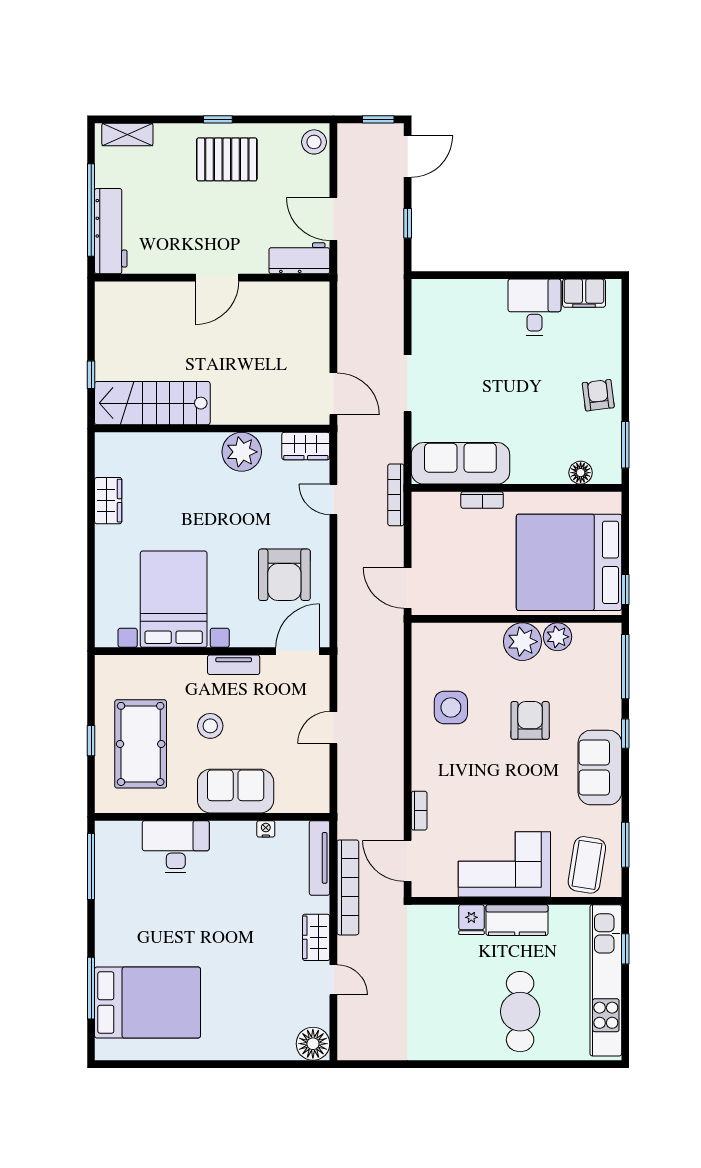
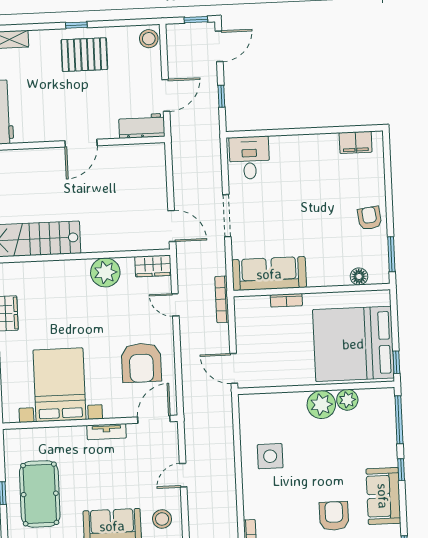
door: (333, 219) -> (166, 95), swing flipped
desk: (534, 307) -> (249, 158), moved
armchair: (530, 720) -> (334, 516), moved
stool: (210, 726) -> (162, 519), moved

